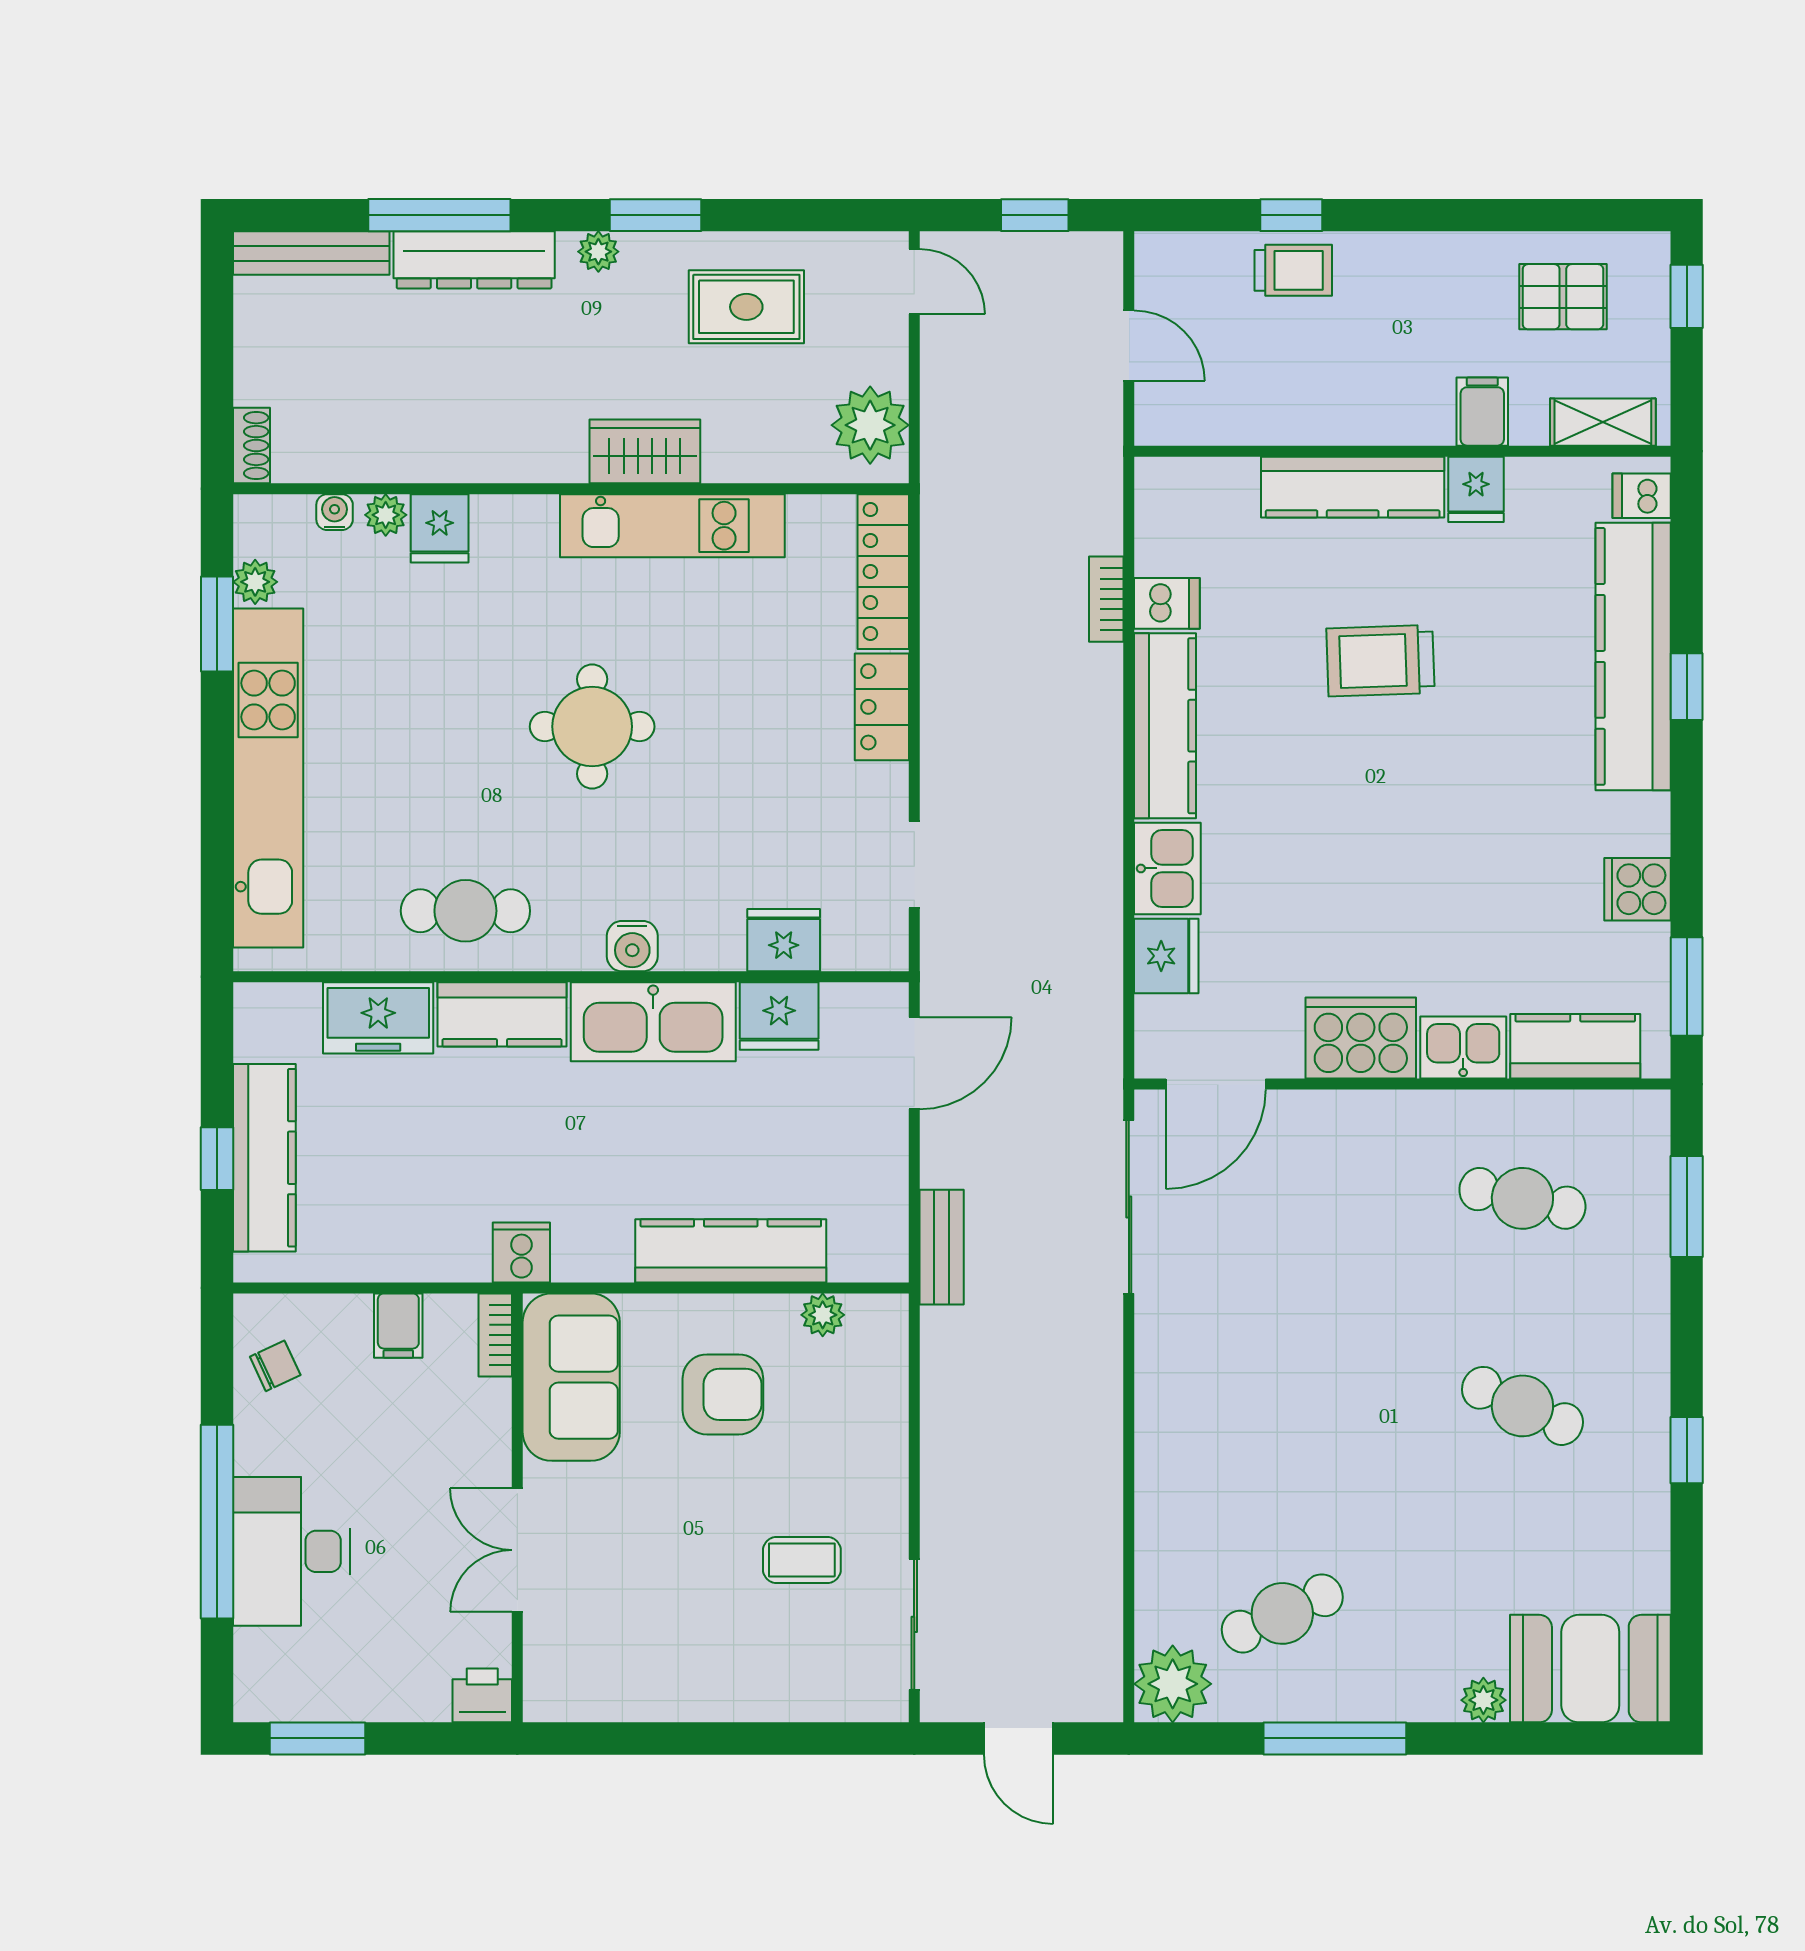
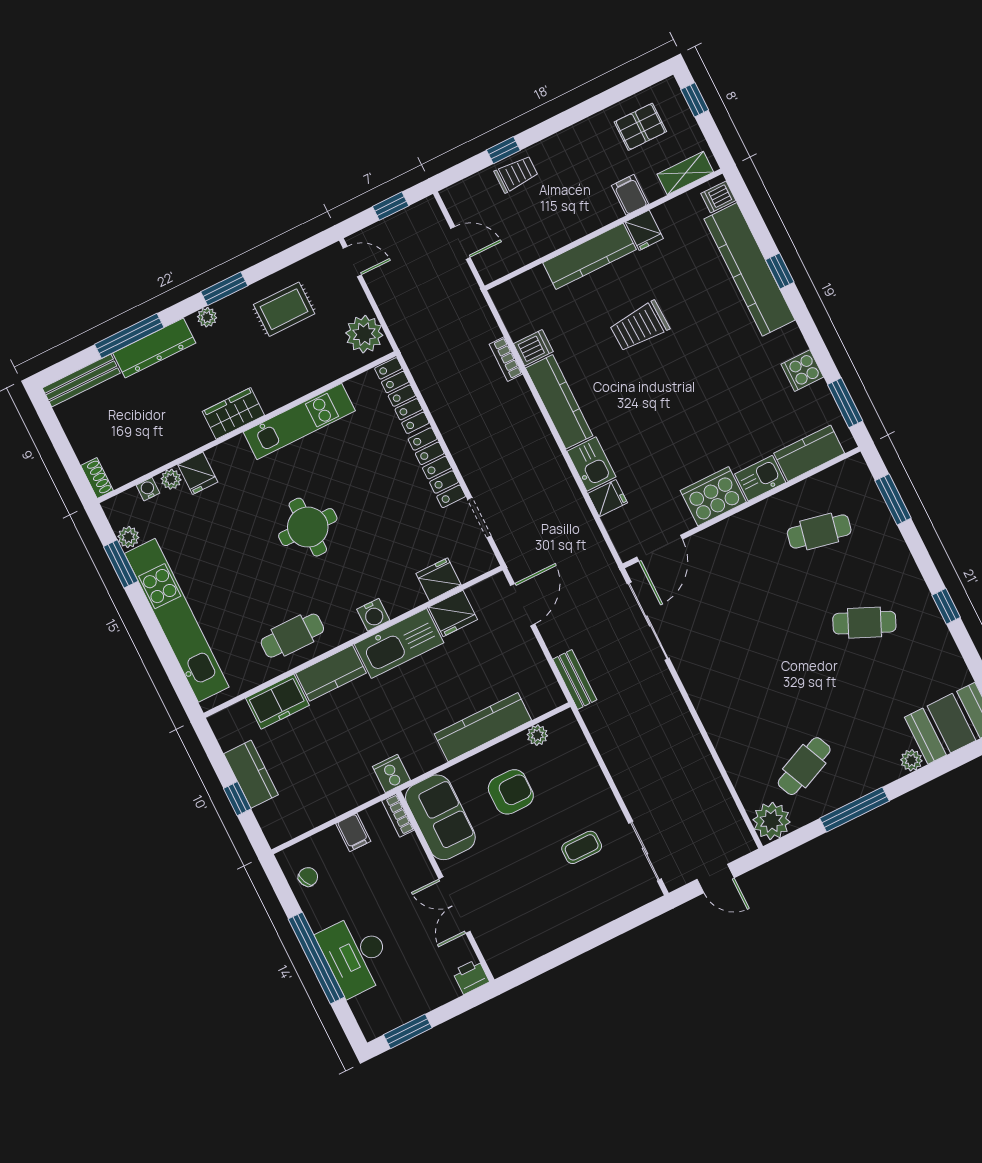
wardrobe: (645, 451) -> (233, 413), moved
locker: (882, 707) -> (437, 468), width x1.53
fridge: (1166, 956) -> (608, 498), width x0.72
kitchen counter: (264, 1158) -> (251, 774), width x0.67

